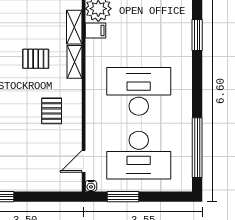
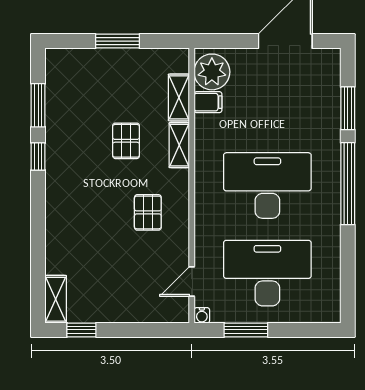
pallet: (36, 59) -> (126, 141), turned 90
window: (197, 148) -> (348, 184), moved
desk: (139, 155) -> (267, 273), turned 180

